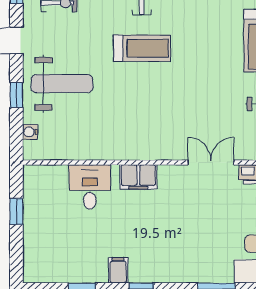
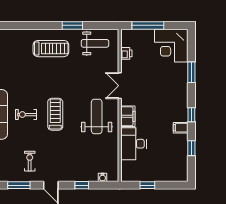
weight bench: (62, 84) -> (97, 116), moved
double door: (211, 162) -> (120, 86), moved
desk: (90, 187) -> (134, 144), width x1.37

